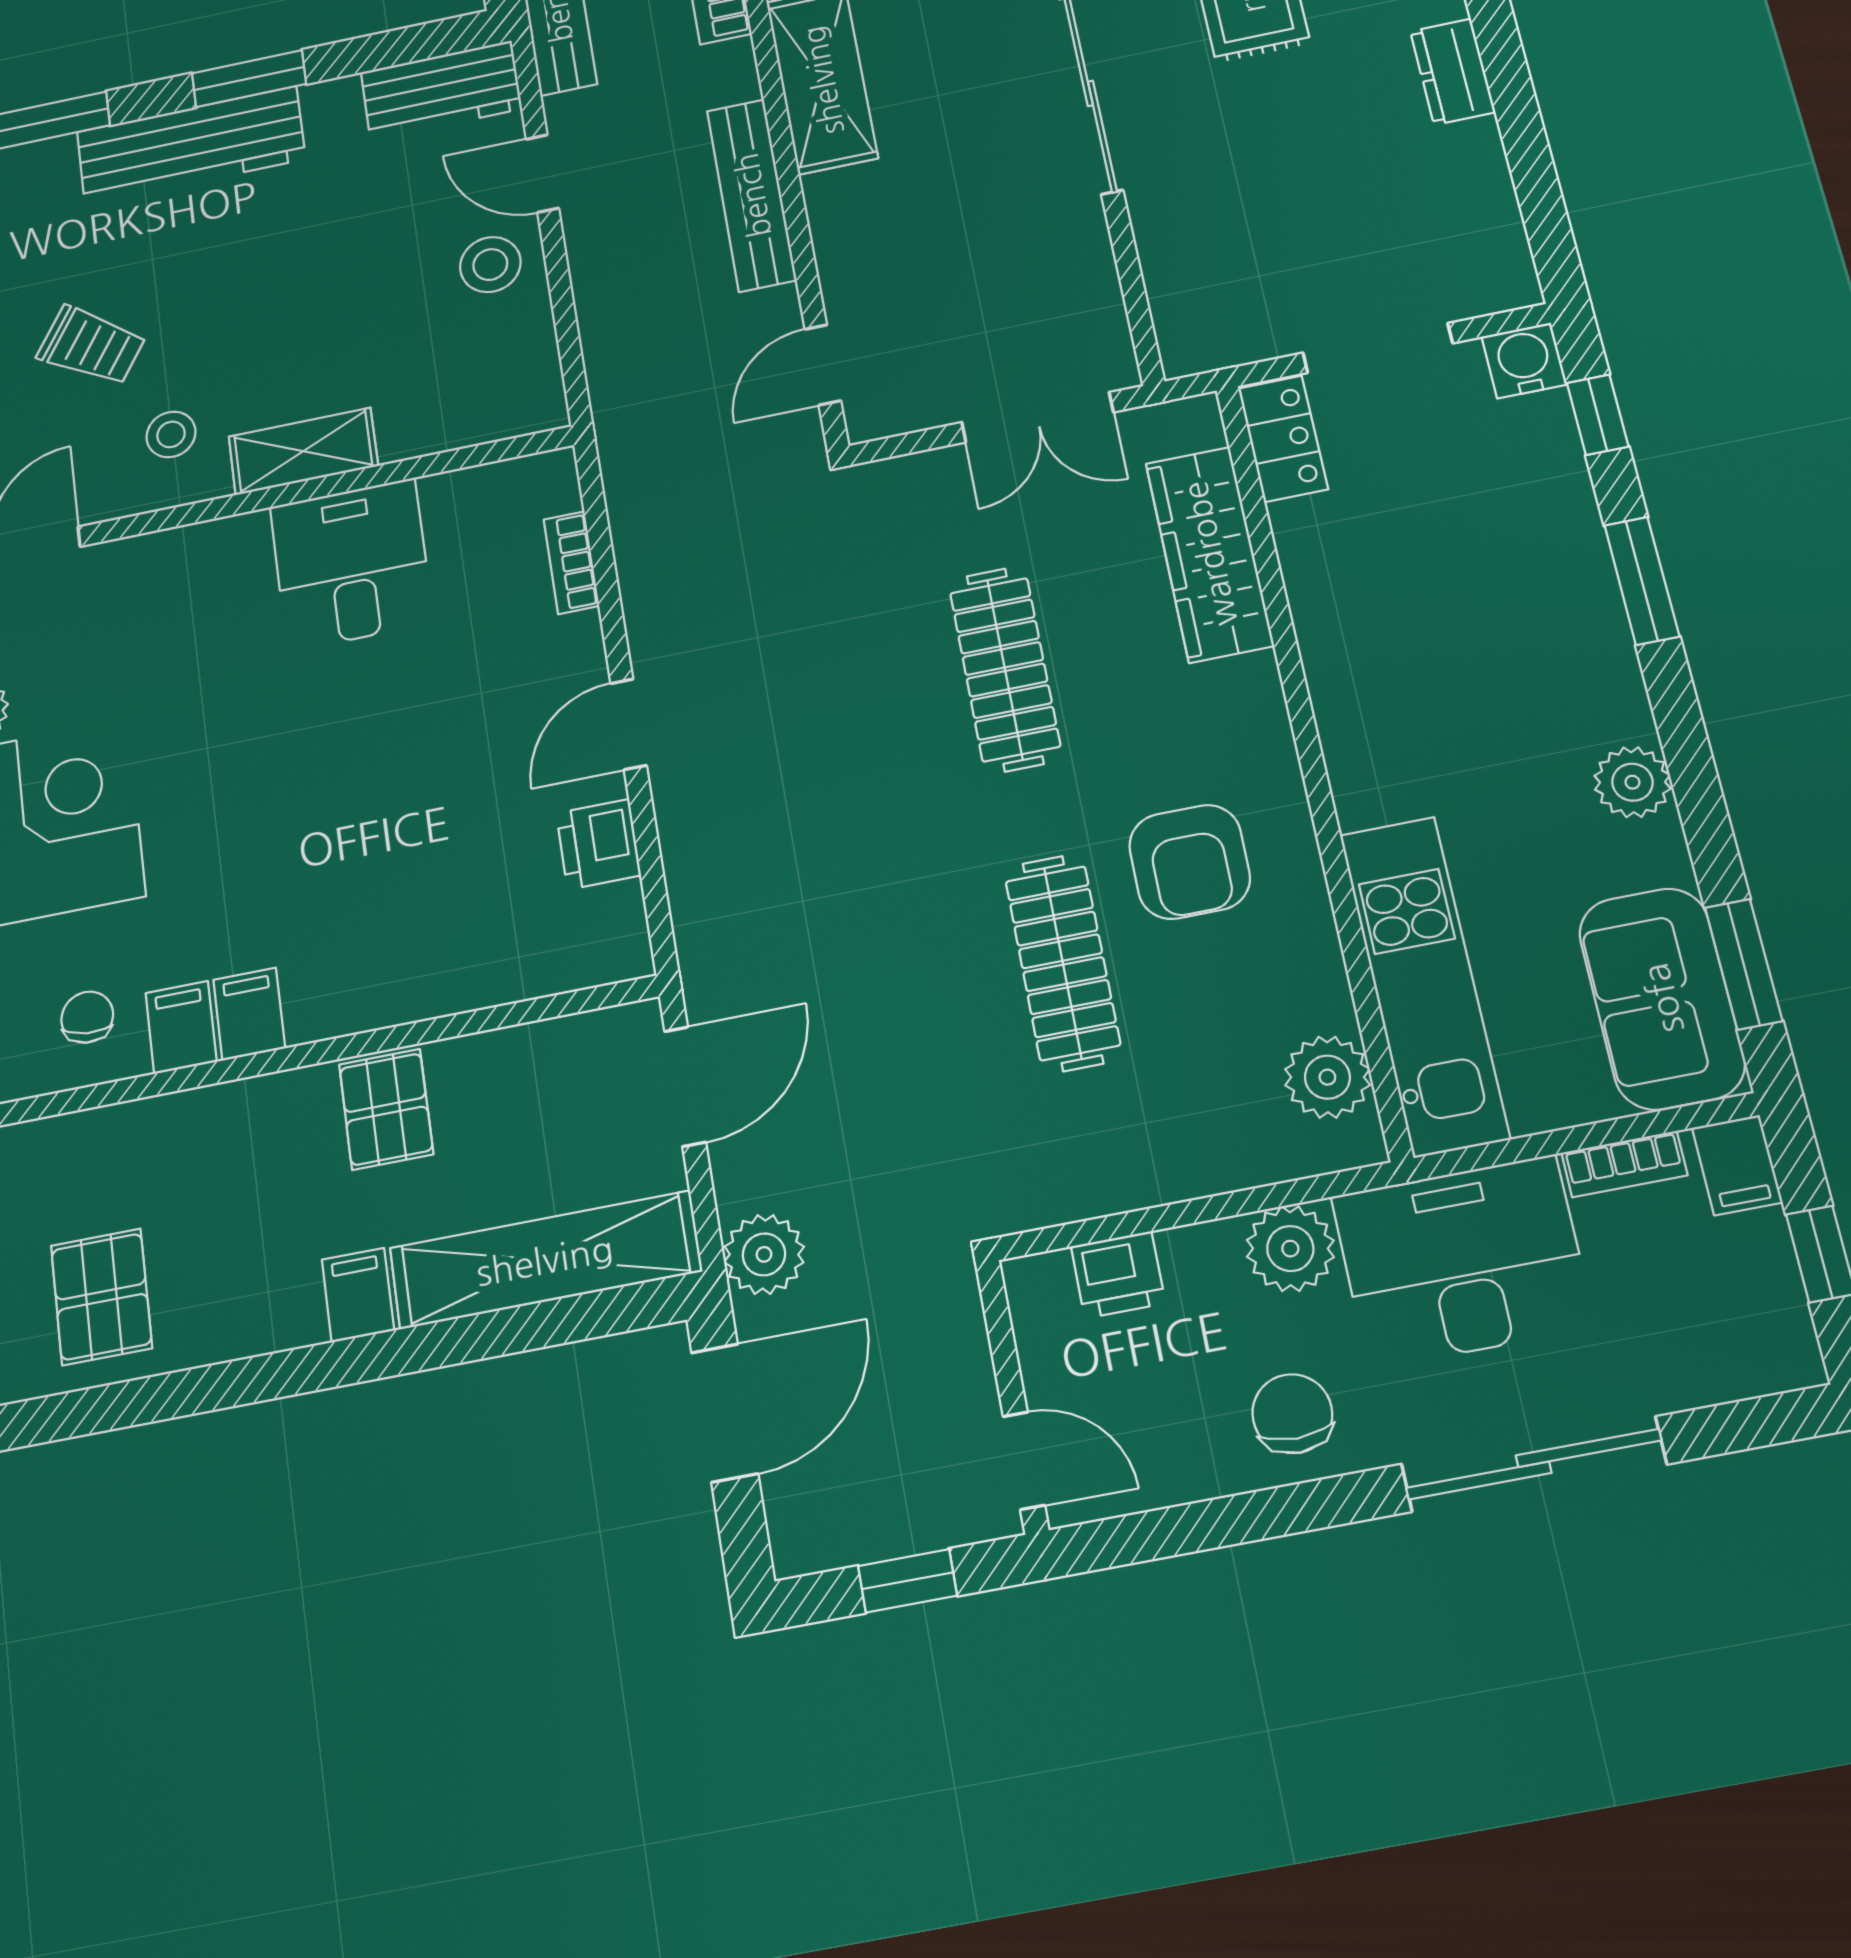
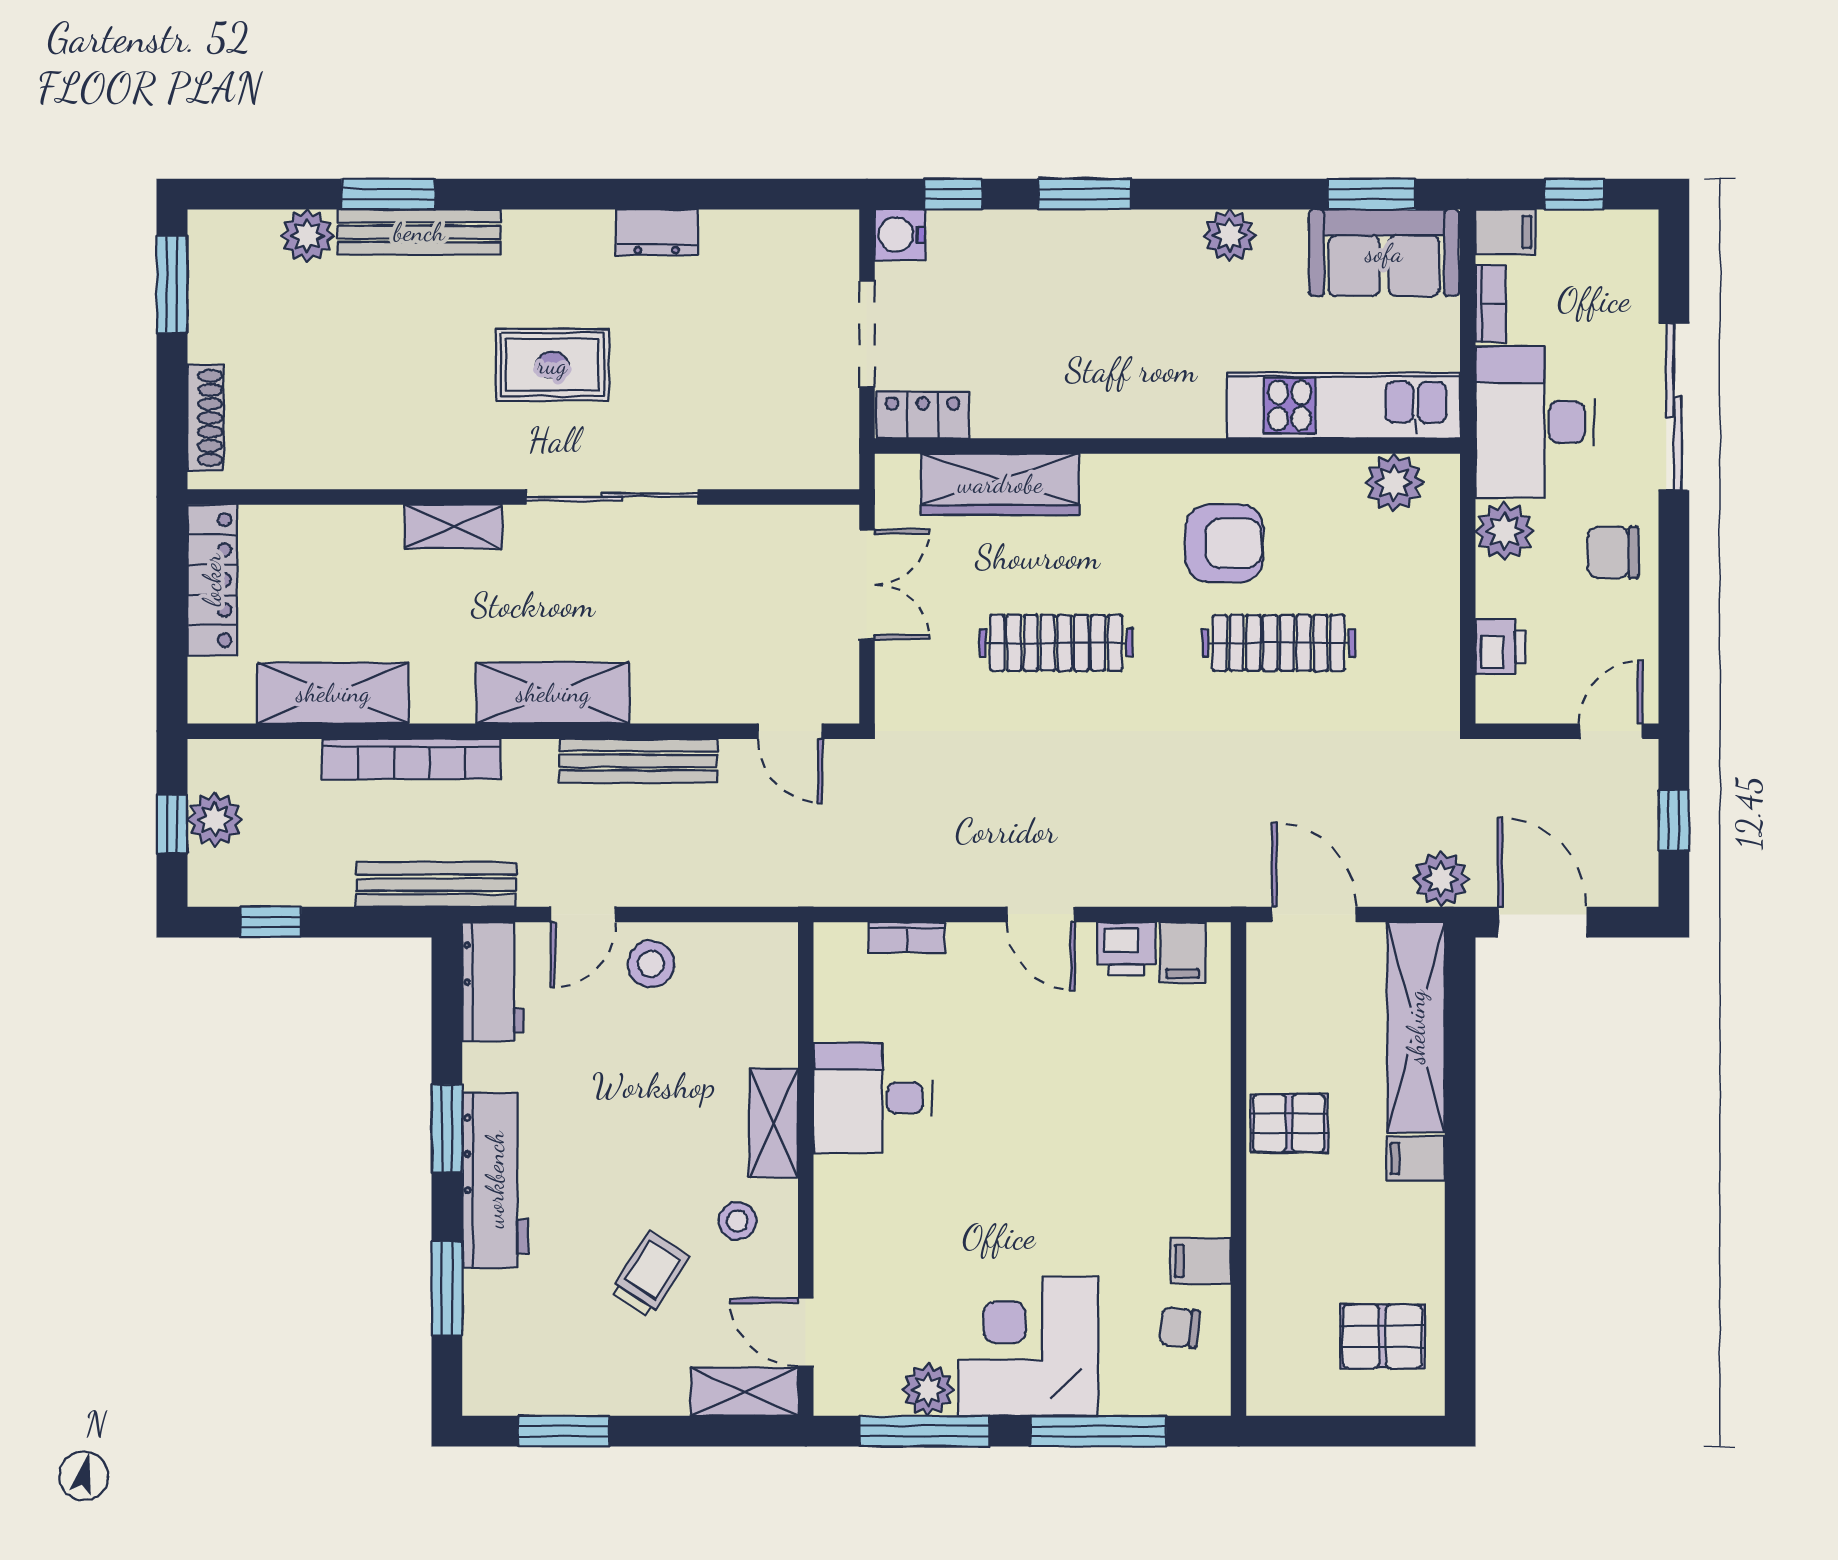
filing cabinet: (249, 1014) -> (1182, 952), moved, turned -90

